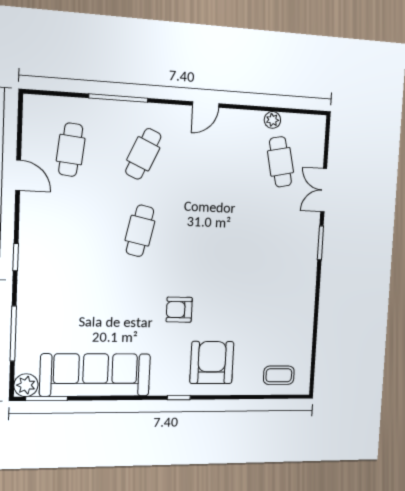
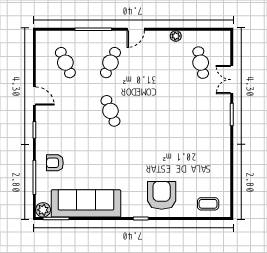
door: (206, 104) -> (136, 29), moved
plant: (272, 120) -> (176, 36), moved
cafe table: (71, 150) -> (65, 63), turned -30
door: (18, 175) -> (34, 96), moved
cafe table: (140, 231) -> (110, 111), turned -33
armchair: (179, 310) -> (55, 163), moved

